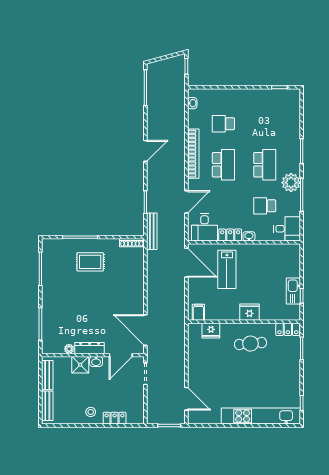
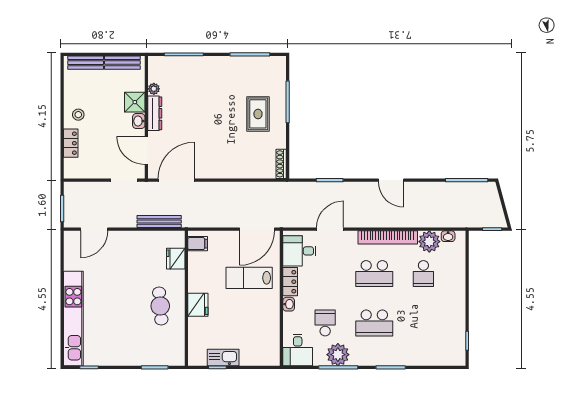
plant: (197, 119) -> (429, 242), added
school desk: (223, 124) -> (423, 274), turned 180
plant: (291, 183) -> (338, 355), moved
door: (186, 202) -> (330, 229), swing flipped
bench: (152, 231) -> (159, 222), moved
locker: (288, 329) -> (177, 351), removed

